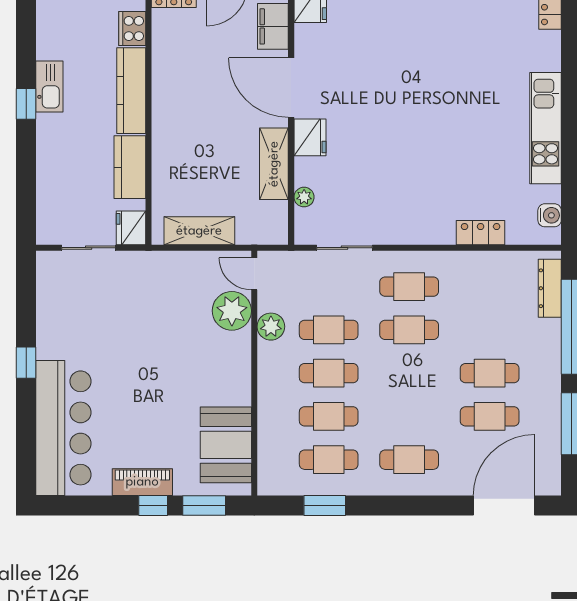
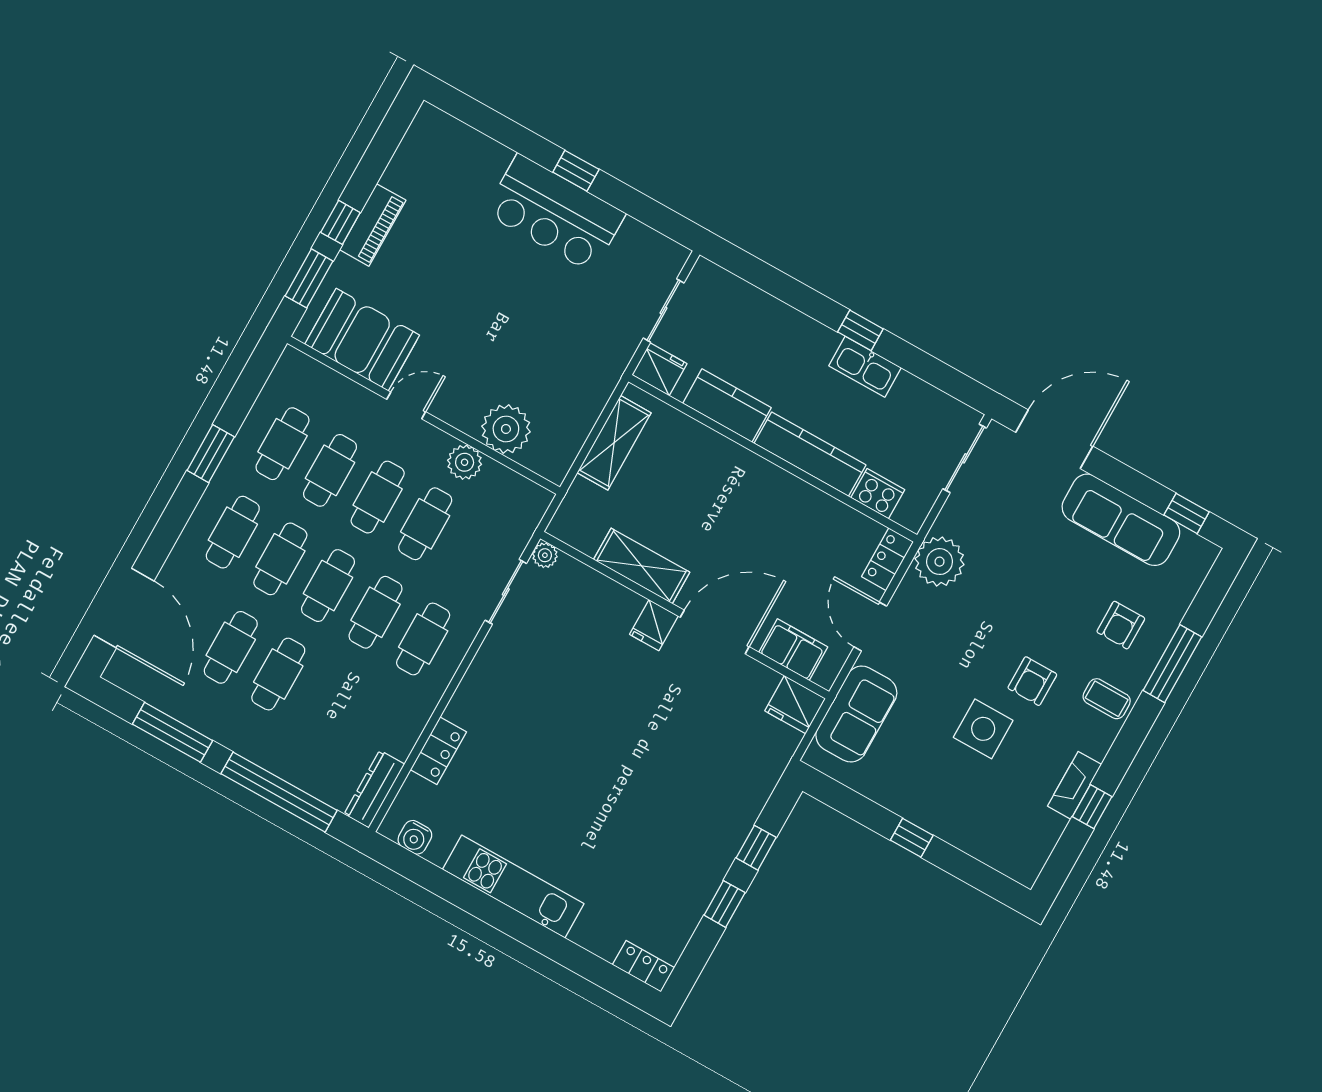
fridge: (310, 137) -> (654, 625), width x0.72
plant: (304, 197) -> (545, 555), moved
door: (254, 274) -> (406, 405), moved
dresser: (550, 288) -> (374, 789), moved, turned -90
cafe table: (409, 373) -> (328, 586), added
cafe table: (409, 416) -> (280, 559), added
bar counter: (63, 428) -> (555, 213), moved, width x0.73
window: (325, 505) -> (211, 454), moved

